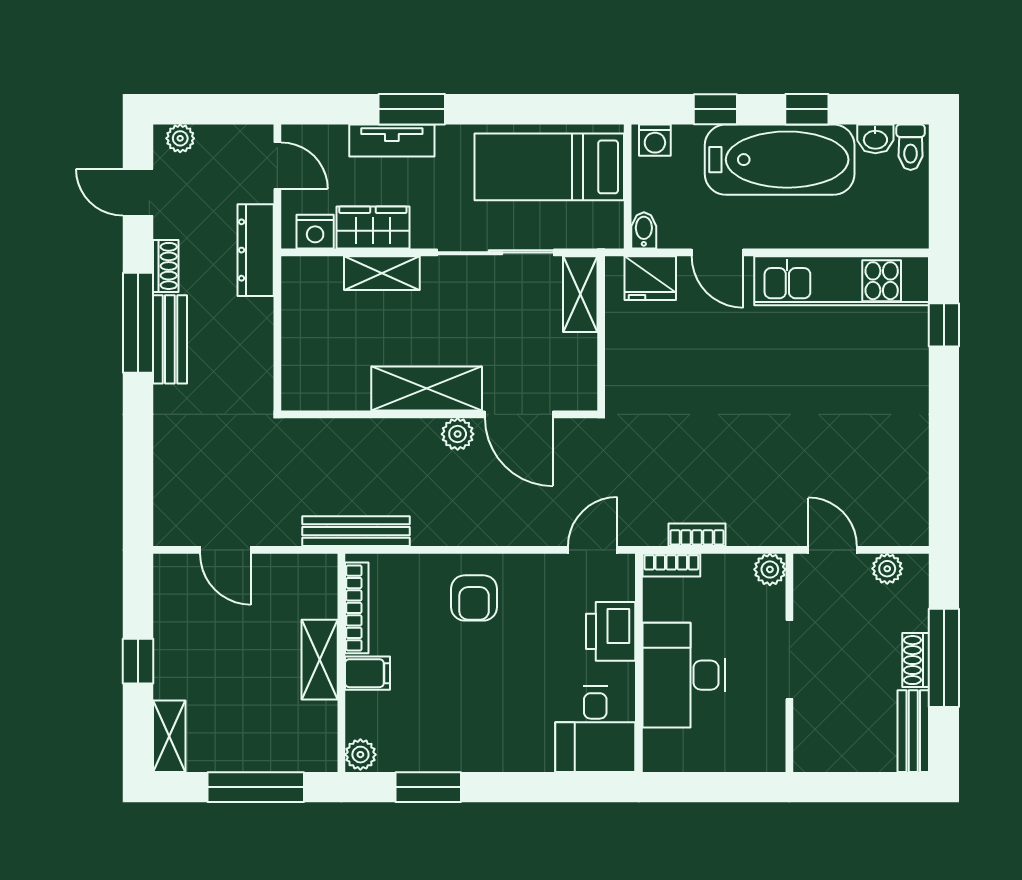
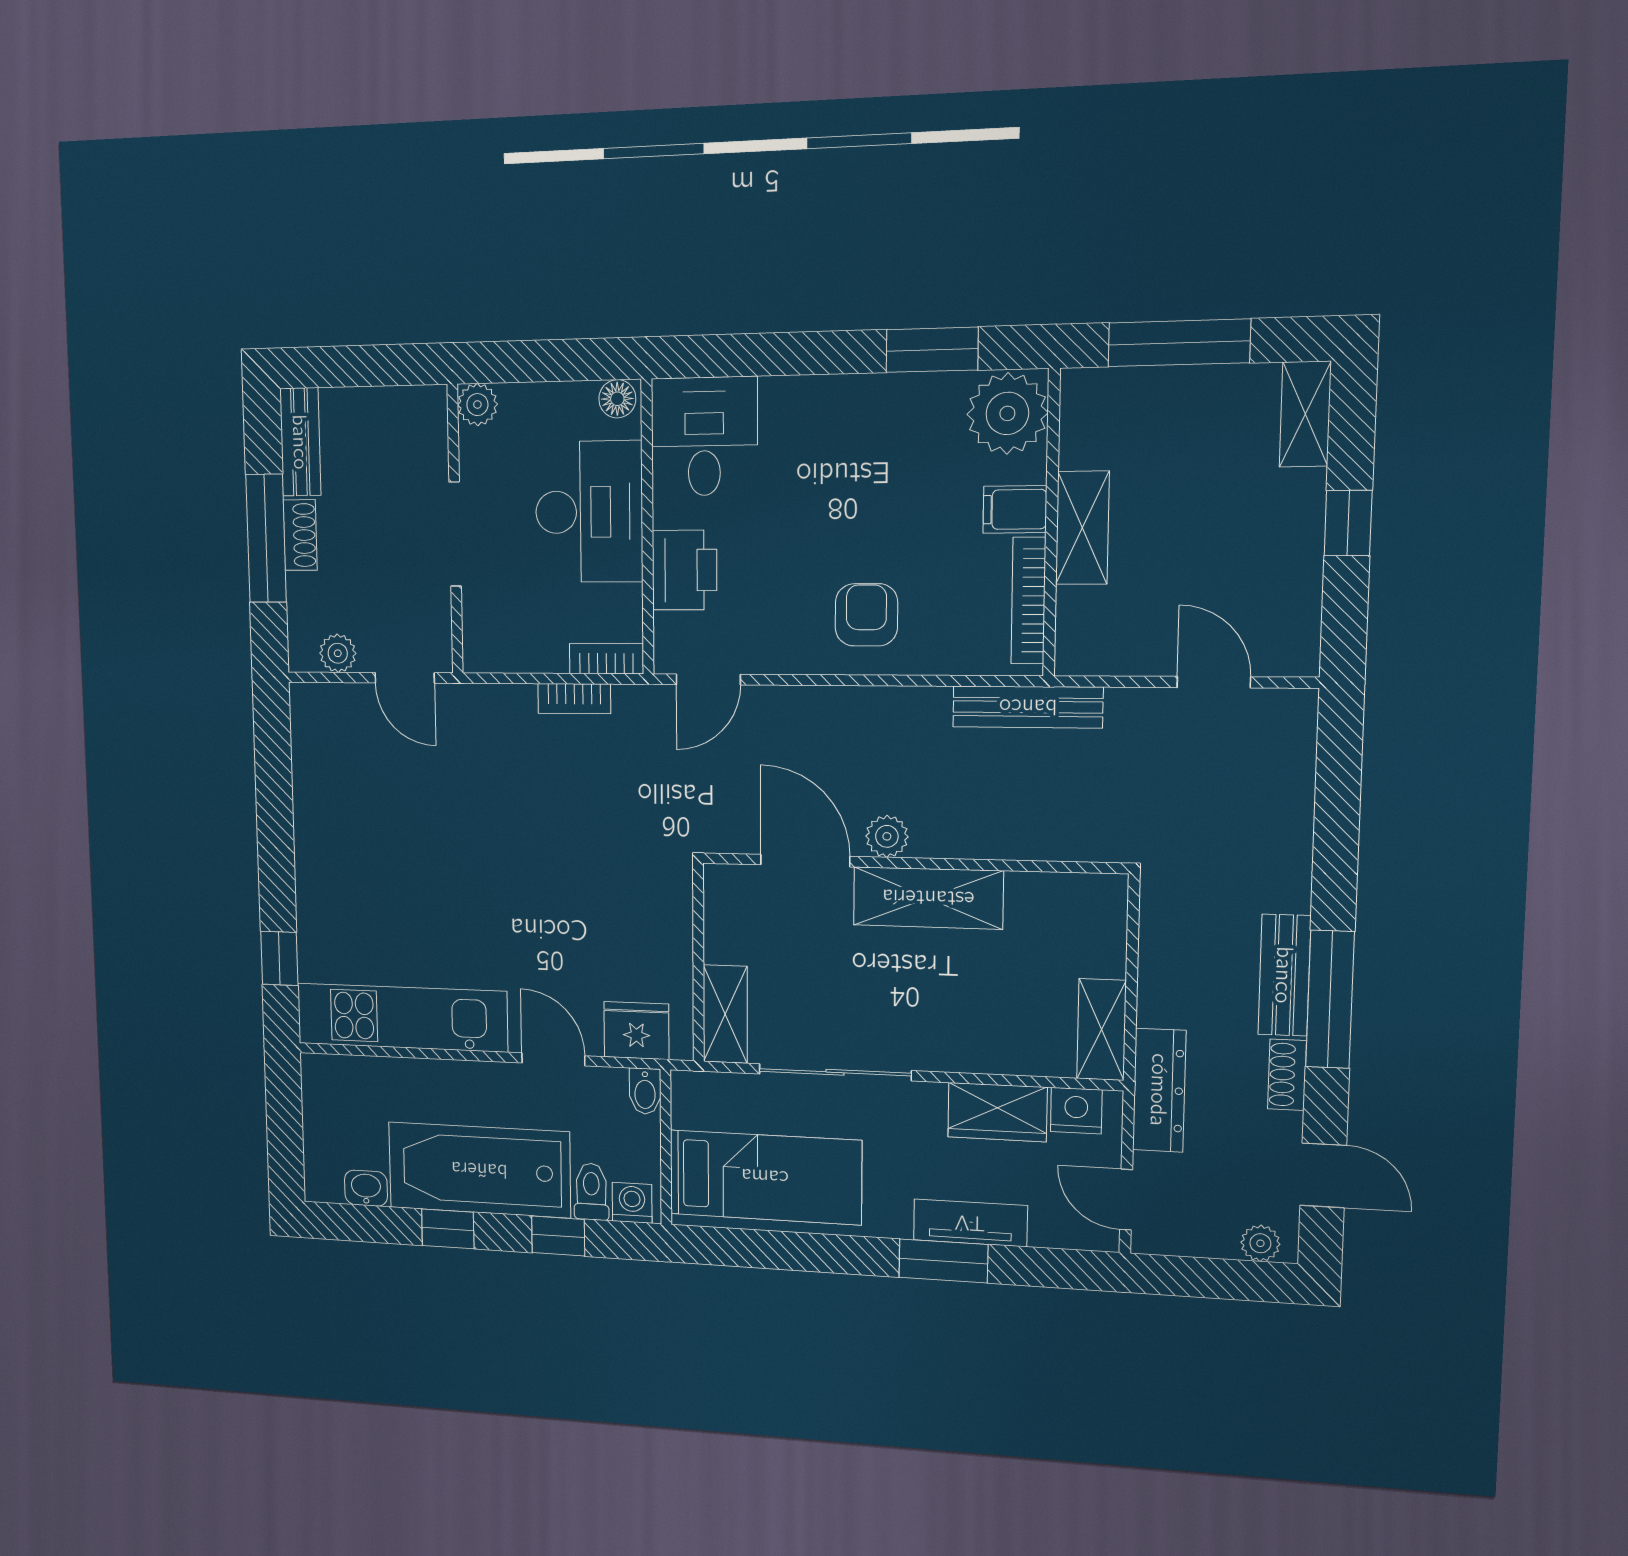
toilet: (911, 147) -> (591, 1192), moved
shelving: (382, 273) -> (1101, 1030), moved, turned 90
plant: (770, 569) -> (477, 405), moved
plant: (360, 755) -> (1007, 413), width x1.88, depth x1.88
floor lamp: (661, 758) -> (617, 399), added

